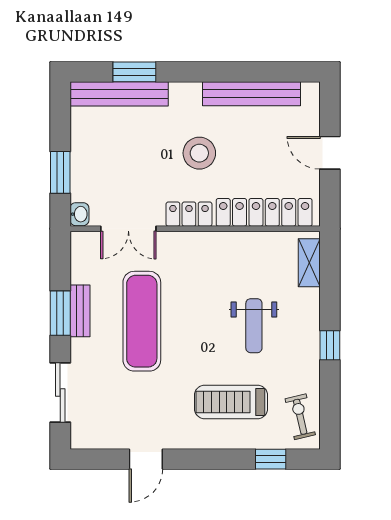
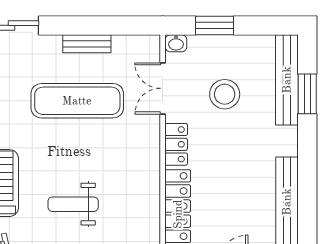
stool: (199, 153) -> (225, 94), moved
window: (60, 313) -> (85, 25), removed

